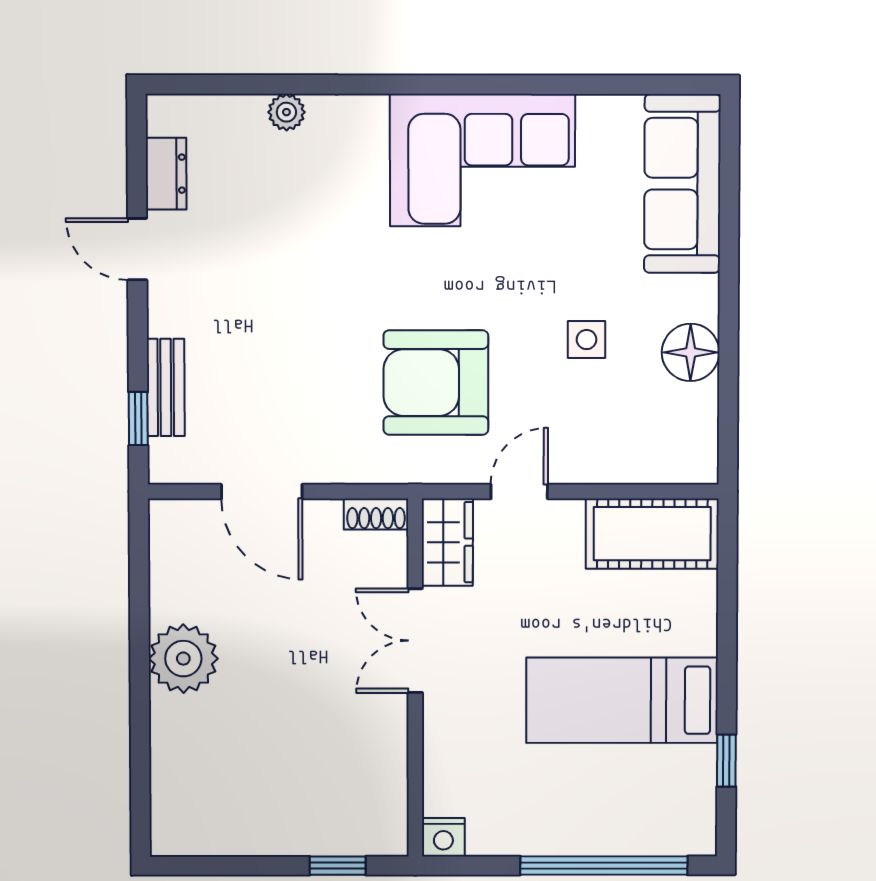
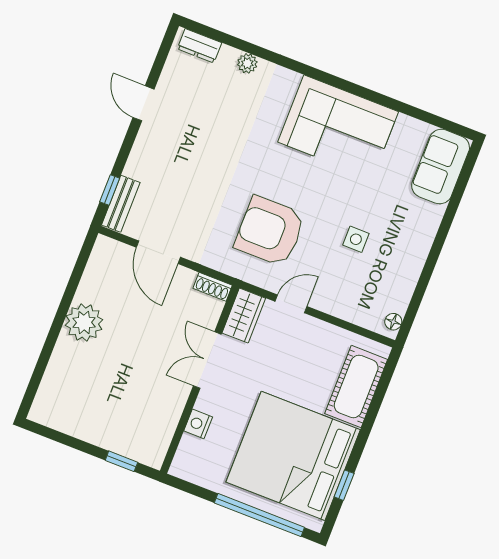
dresser: (166, 174) -> (199, 46), moved, turned 90
sofa: (682, 184) -> (441, 167), width x0.73
floor lamp: (691, 352) -> (393, 322), moved, width x0.53, depth x0.53
bench: (166, 387) -> (121, 204), moved
cot: (652, 534) -> (356, 386), moved, turned 90
bed: (622, 700) -> (293, 456), width x2.04
nightstand: (443, 837) -> (198, 424), moved, turned 90

